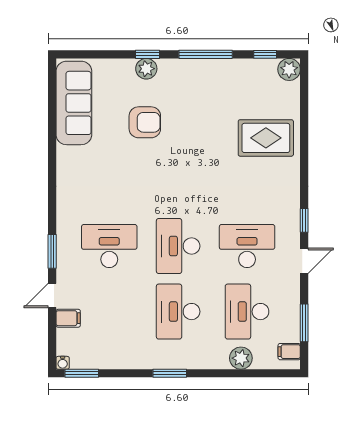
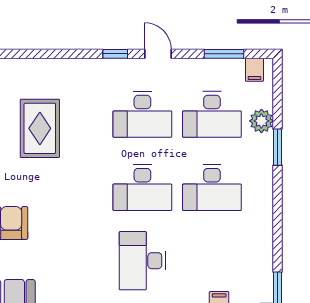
rug: (266, 138) -> (40, 128), moved
desk: (247, 246) -> (142, 114), turned -90
window: (170, 373) -> (278, 147), moved

